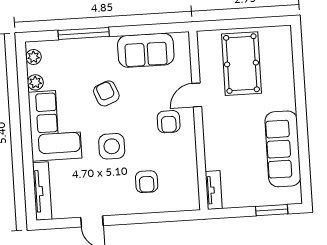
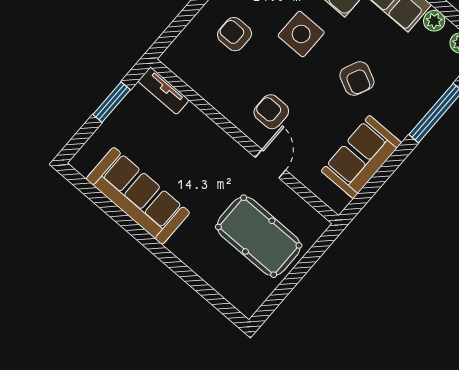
armchair: (106, 93) -> (357, 79), turned 47
window: (272, 210) -> (112, 102), moved

